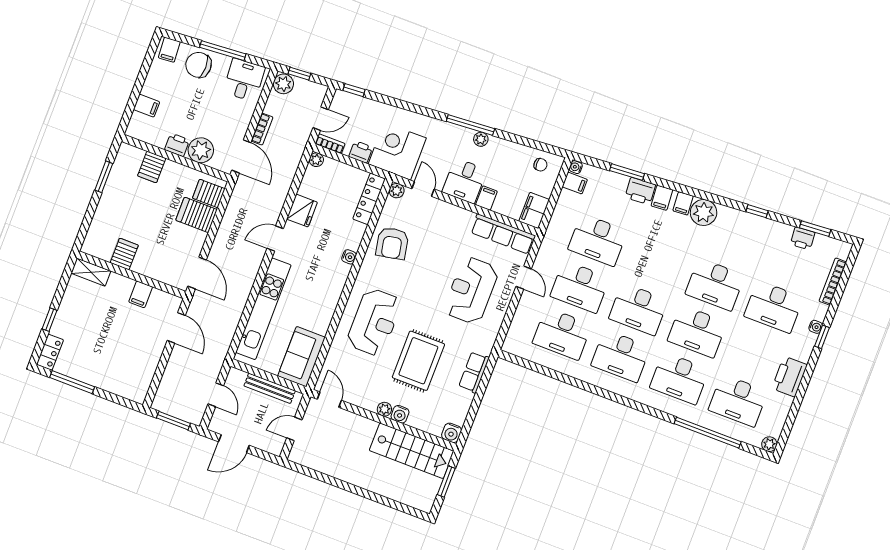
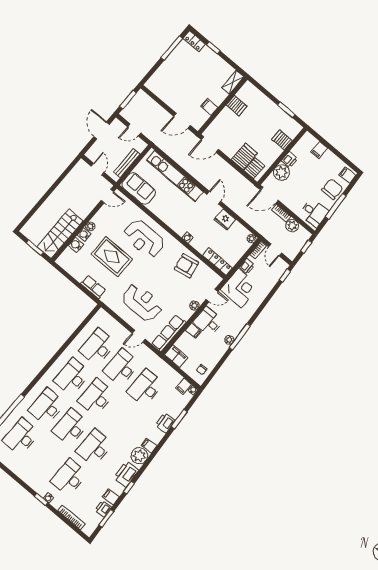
plant: (283, 84) -> (292, 226), moved
plant: (397, 191) -> (194, 306), moved
filing cabinet: (662, 198) -> (111, 497), moved
printer: (790, 377) -> (126, 474), moved, turned -94
water cooler: (452, 433) -> (76, 245), moved

